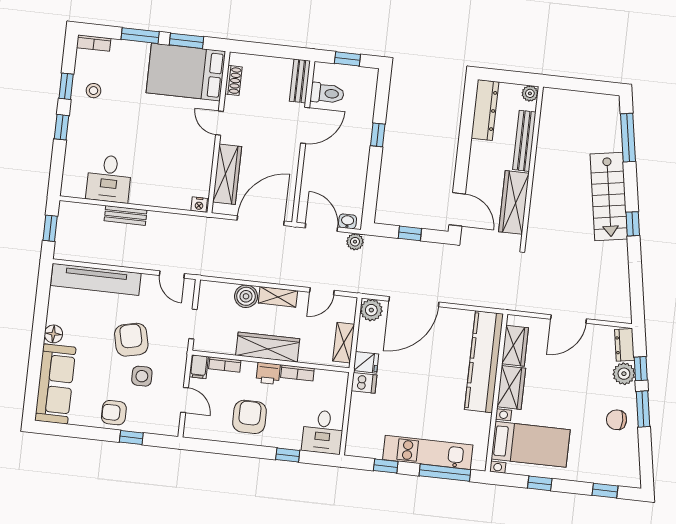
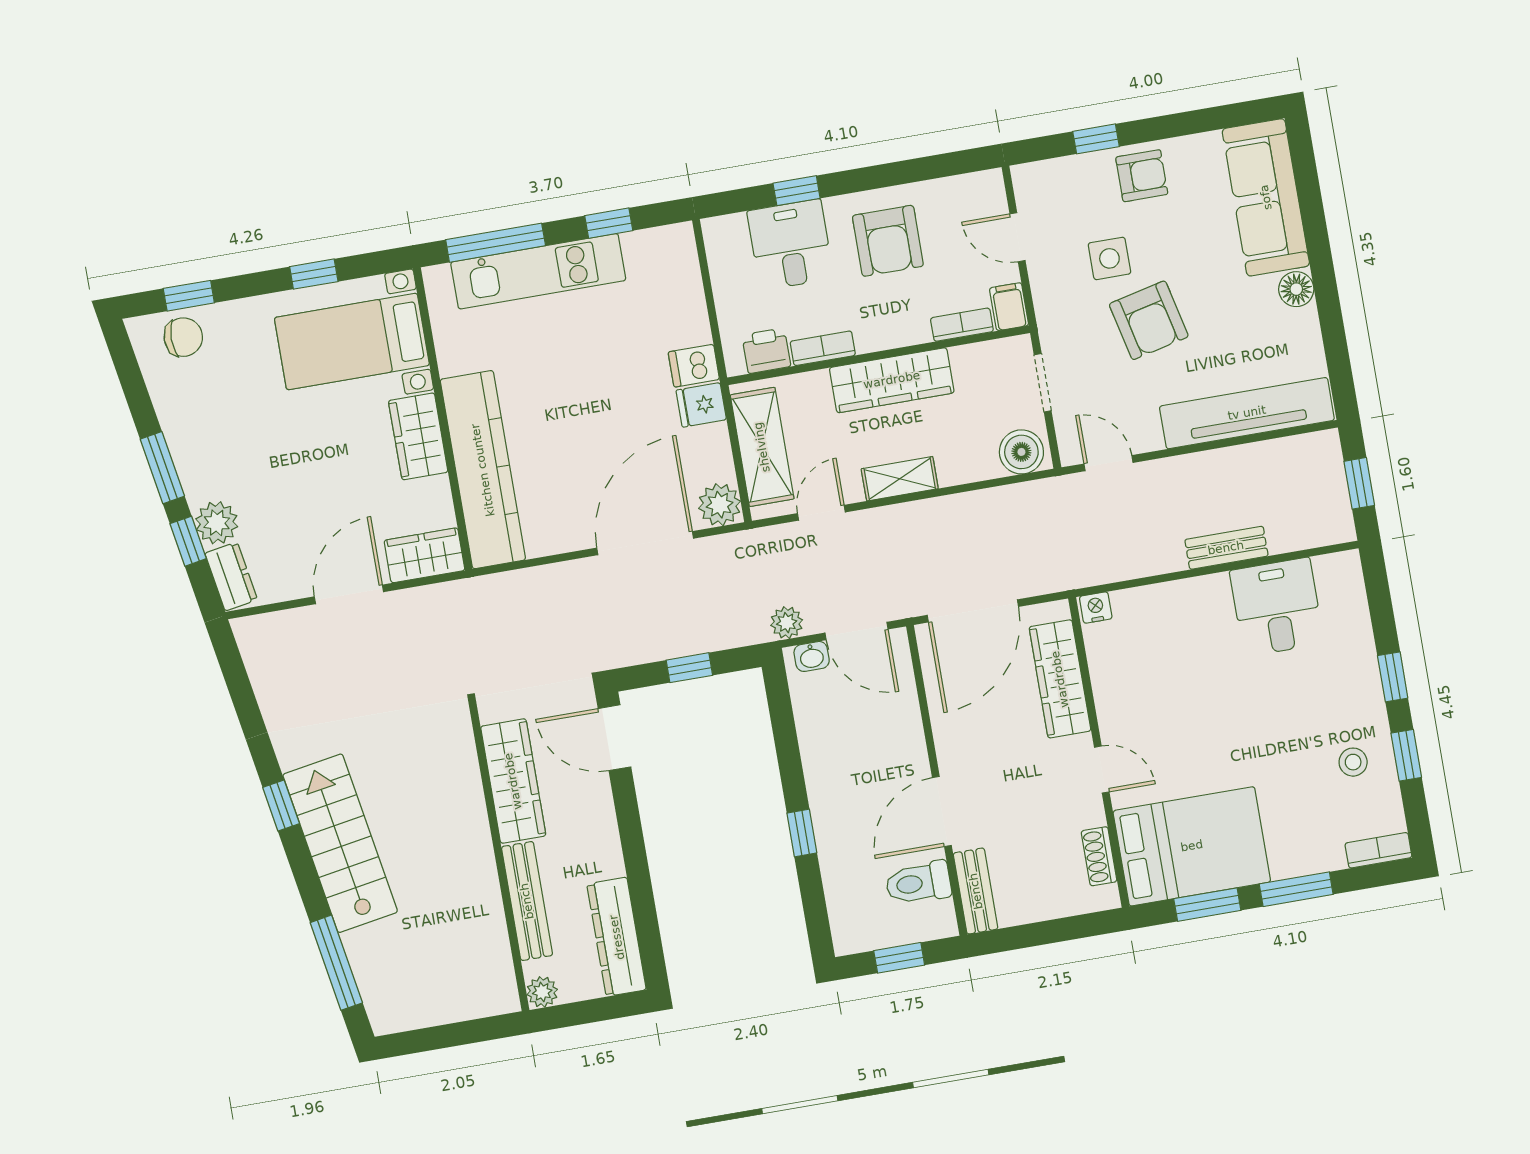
boiler: (246, 296) -> (1021, 452), moved
shelving: (344, 343) -> (762, 447), width x1.50, depth x1.33
wardrobe: (515, 346) -> (424, 555), moved, turned 90
printer: (268, 373) -> (766, 351), moved
chair: (617, 420) -> (183, 337), moved
desk: (323, 432) -> (790, 245), moved

